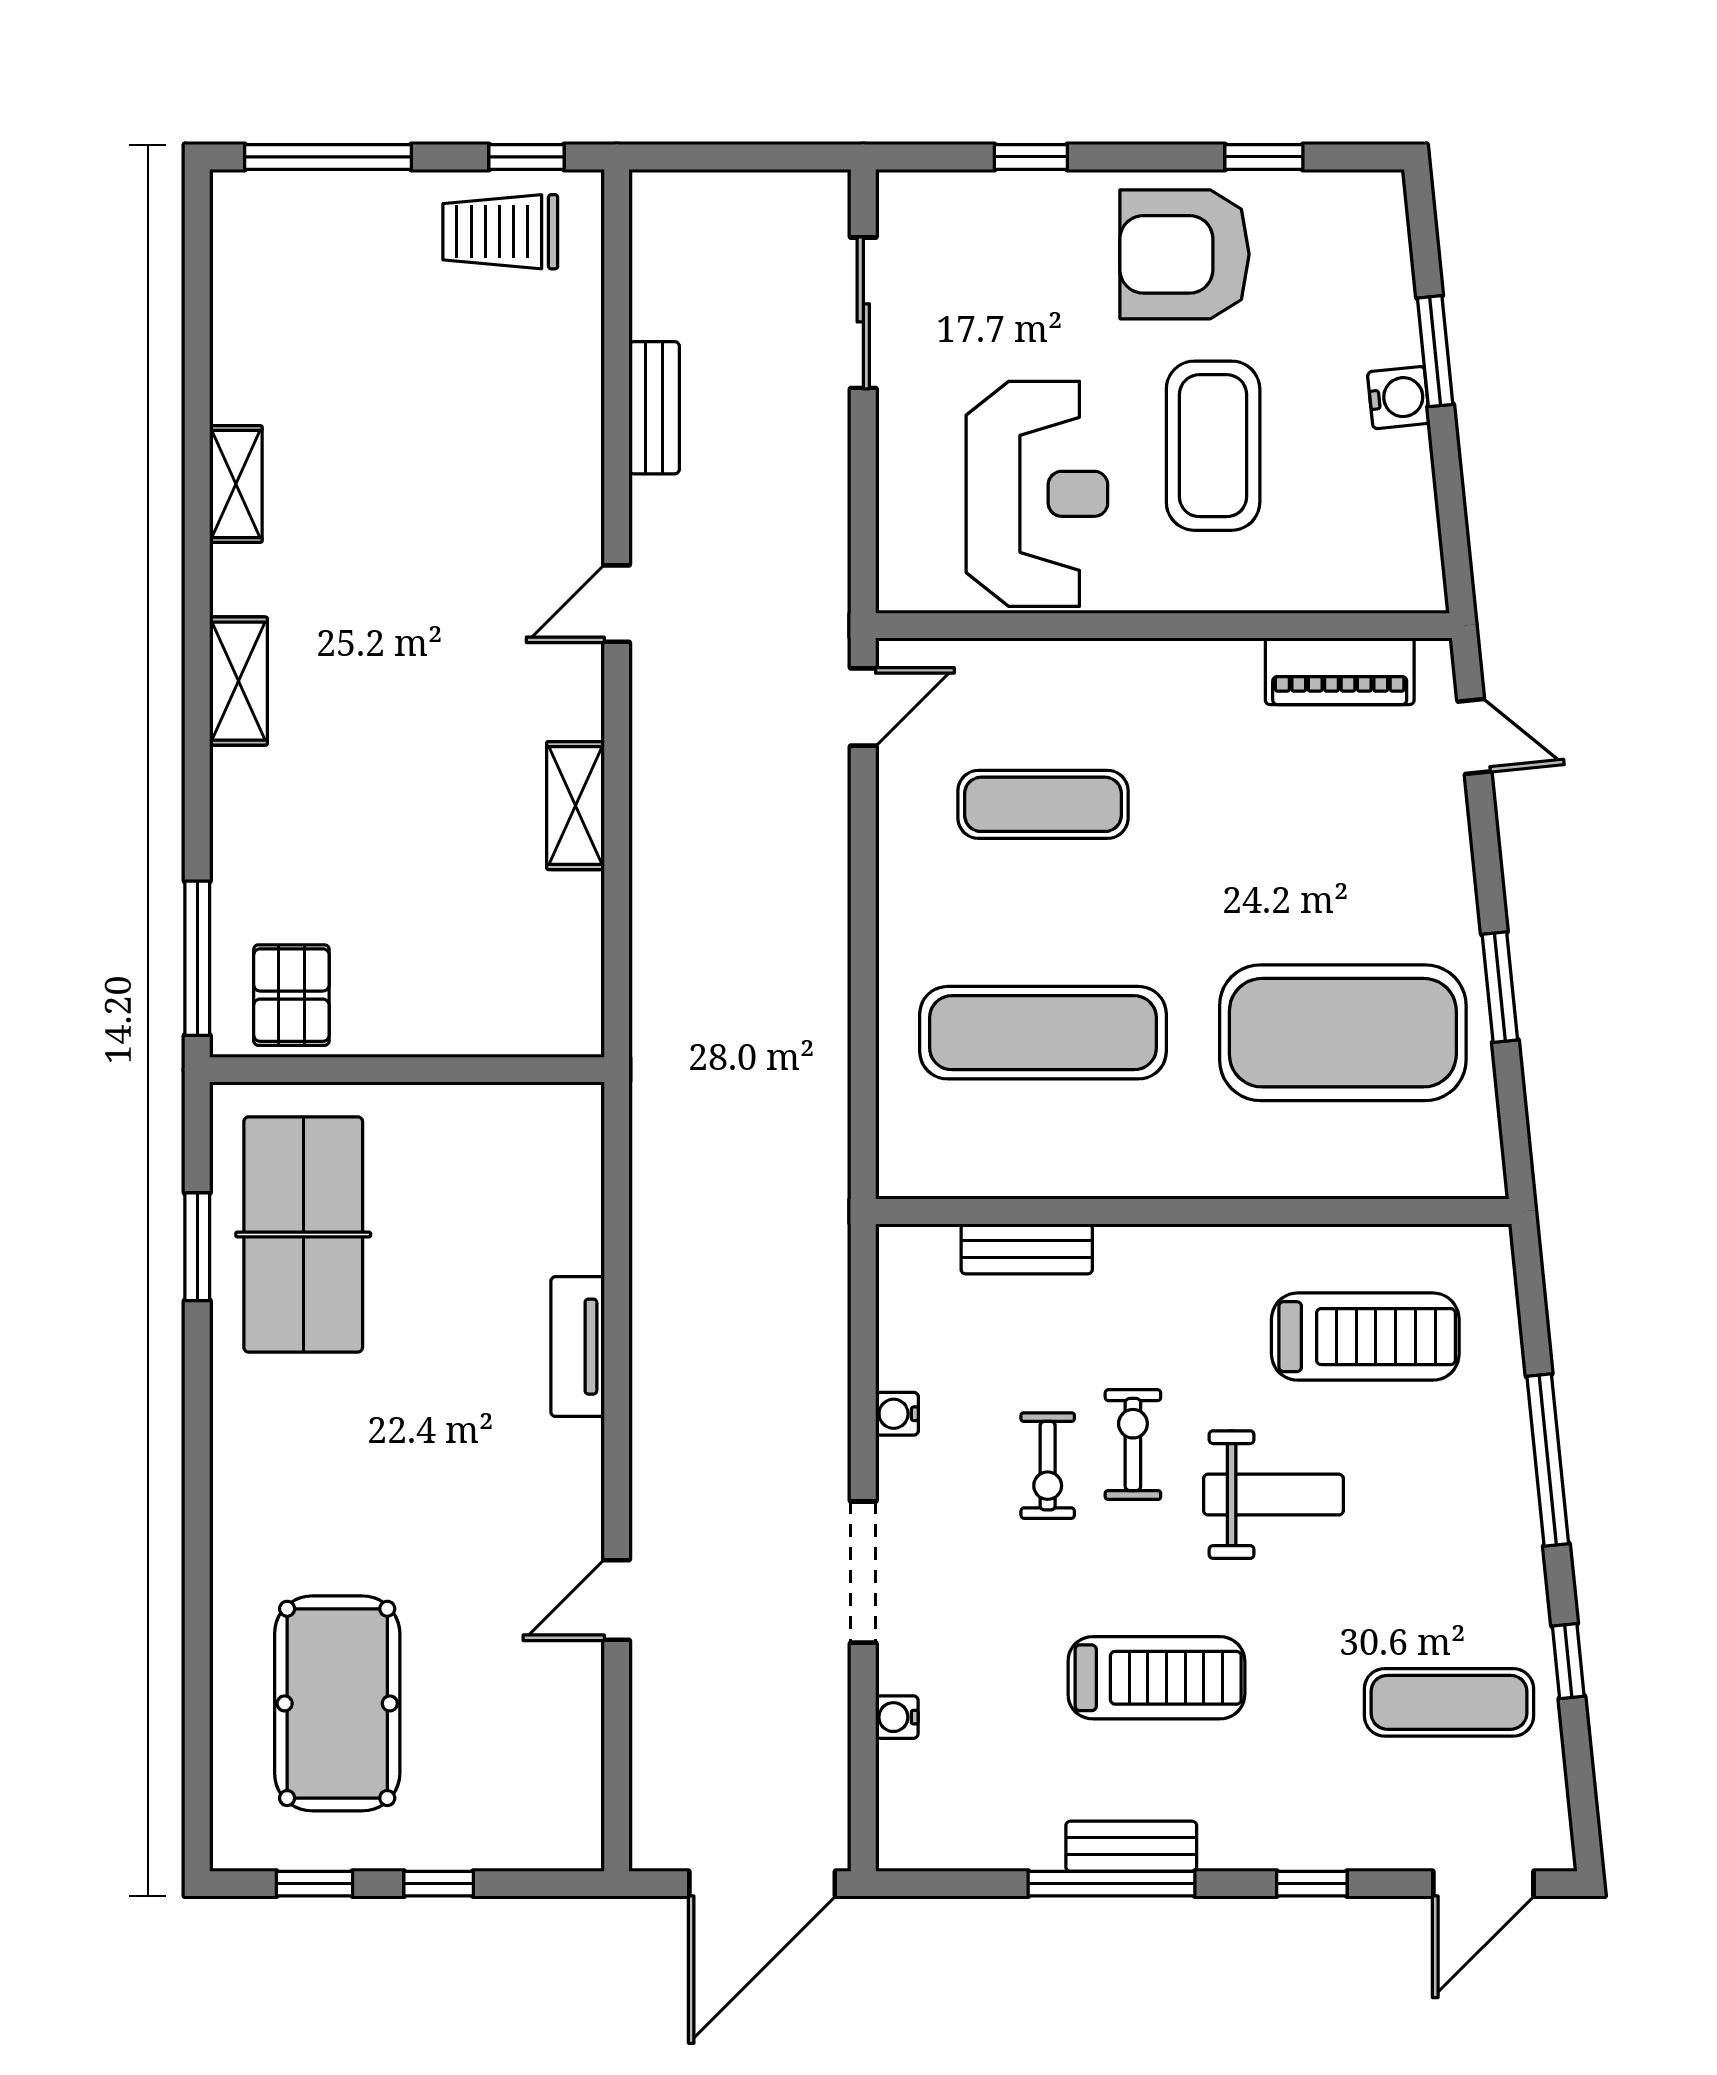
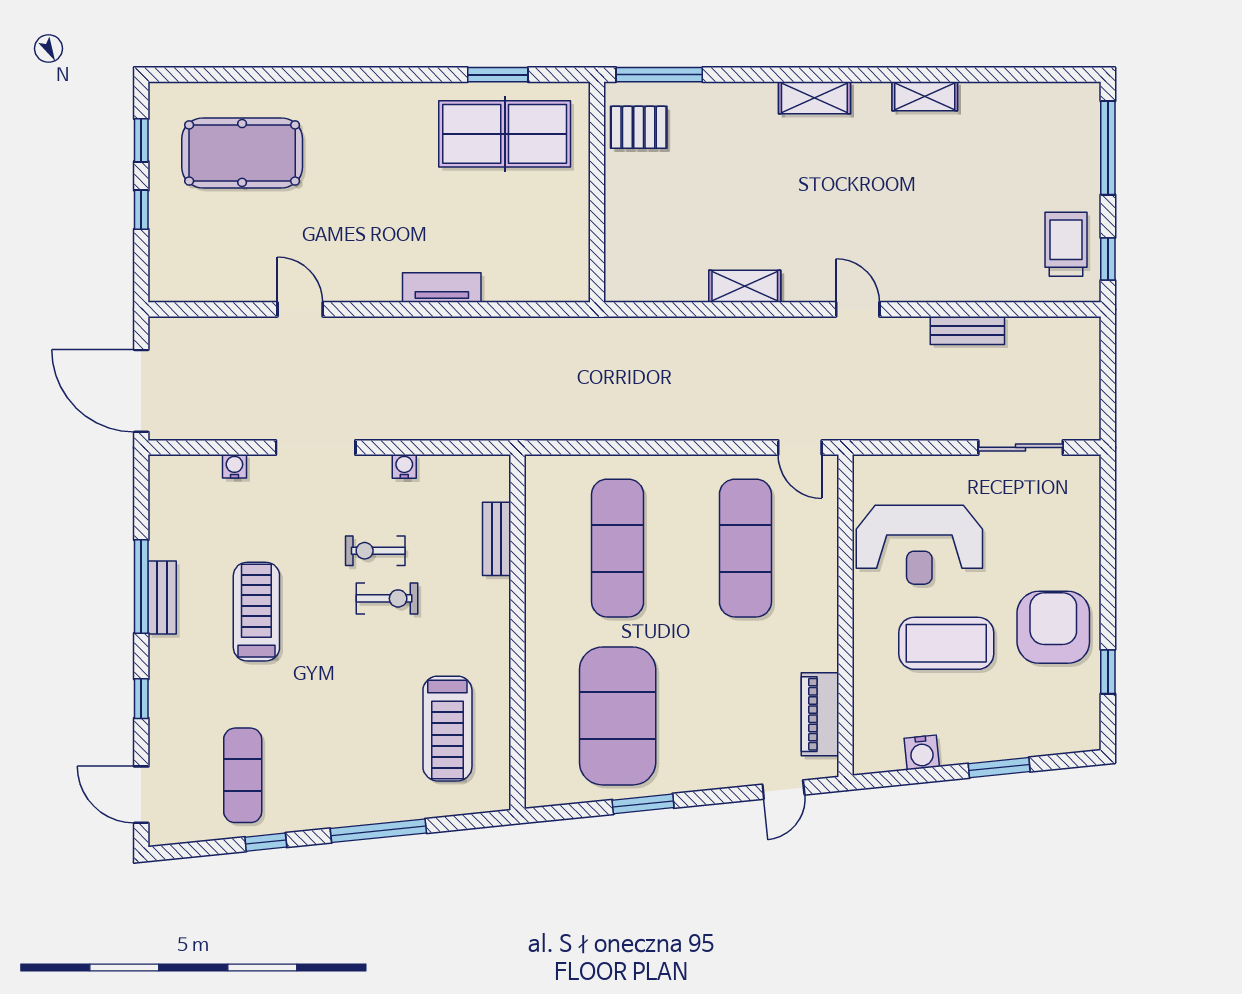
window: (1031, 157) -> (1108, 541), removed
water cooler: (1399, 398) -> (922, 752), moved
exercise mat: (1043, 804) -> (745, 548), width x1.36, depth x1.45
weight bench: (1273, 1495) -> (359, 677), removed
treadmill: (1156, 1678) -> (256, 612), turned 180

